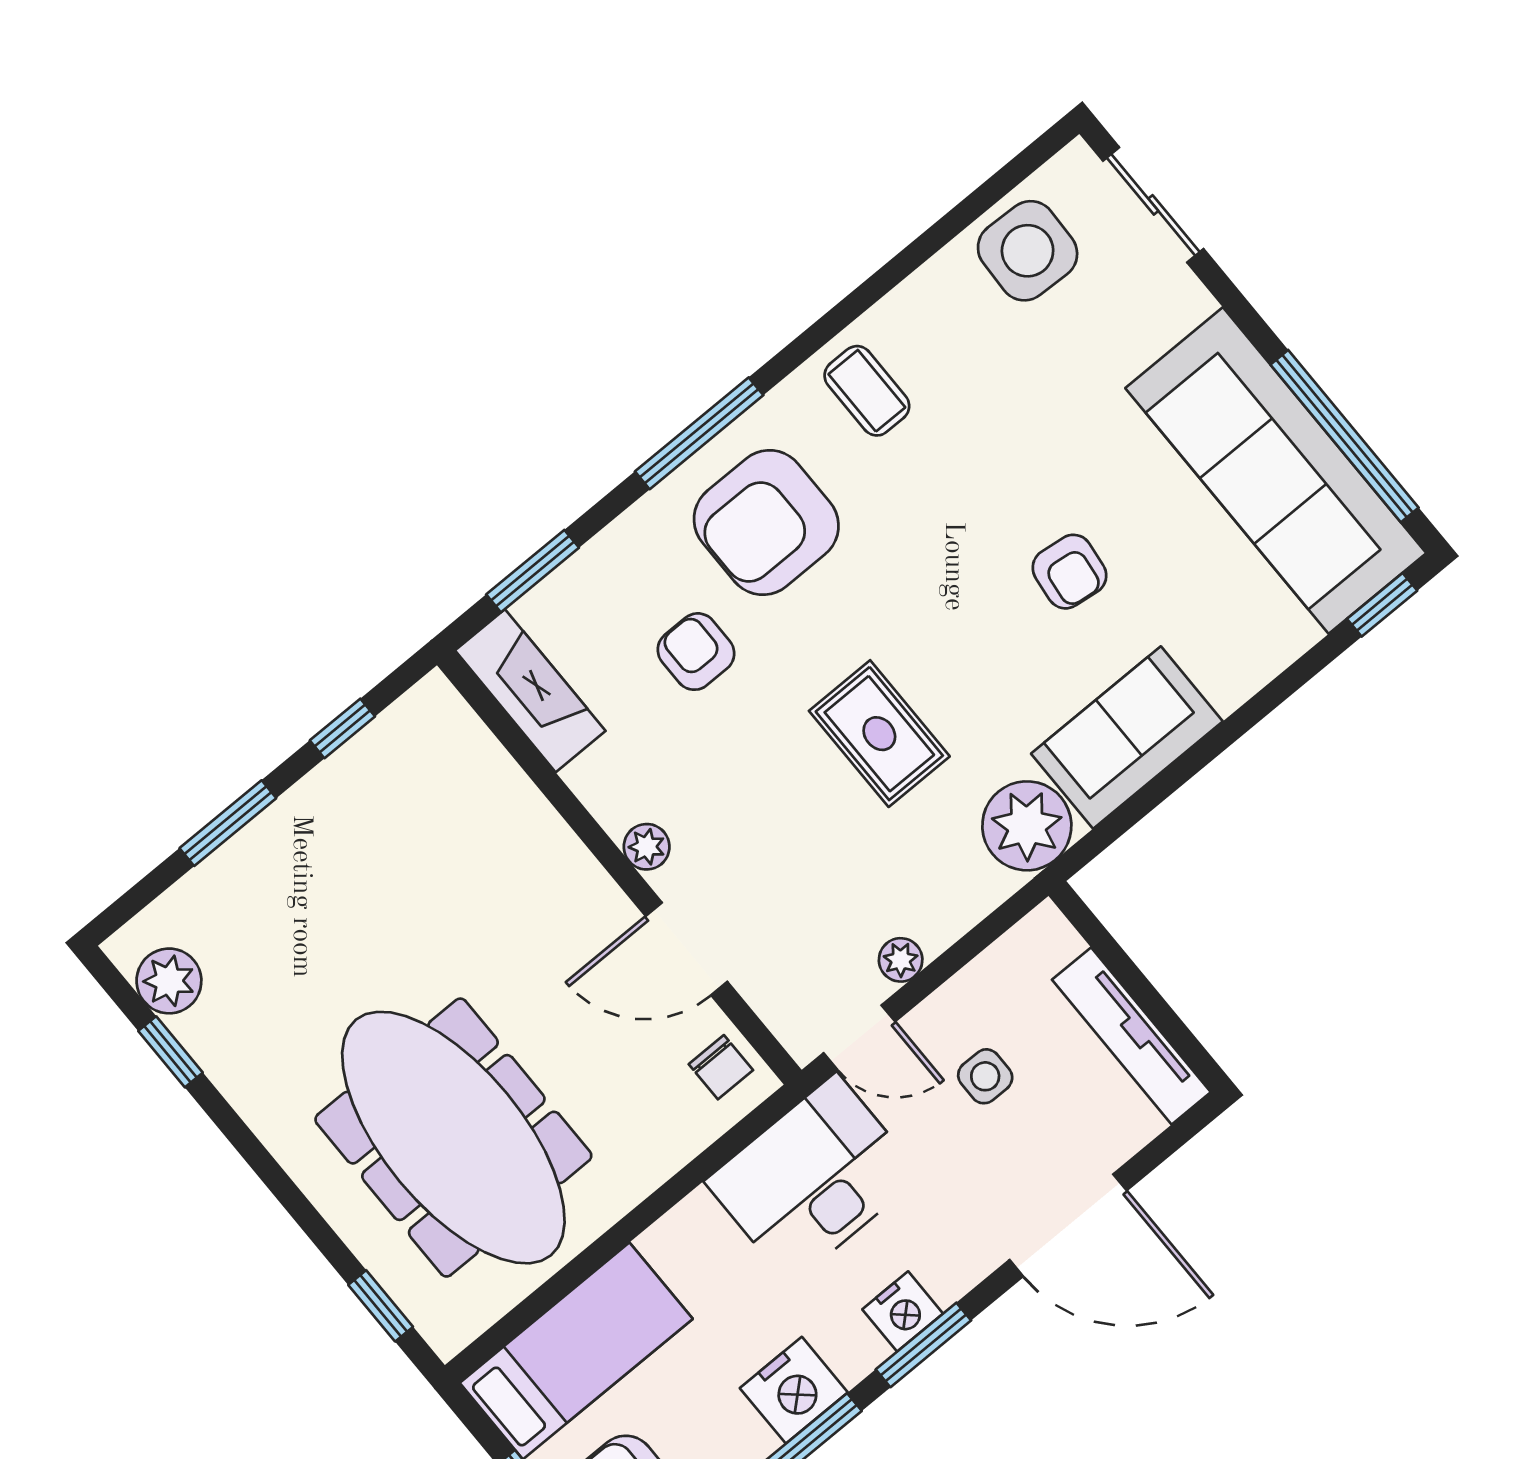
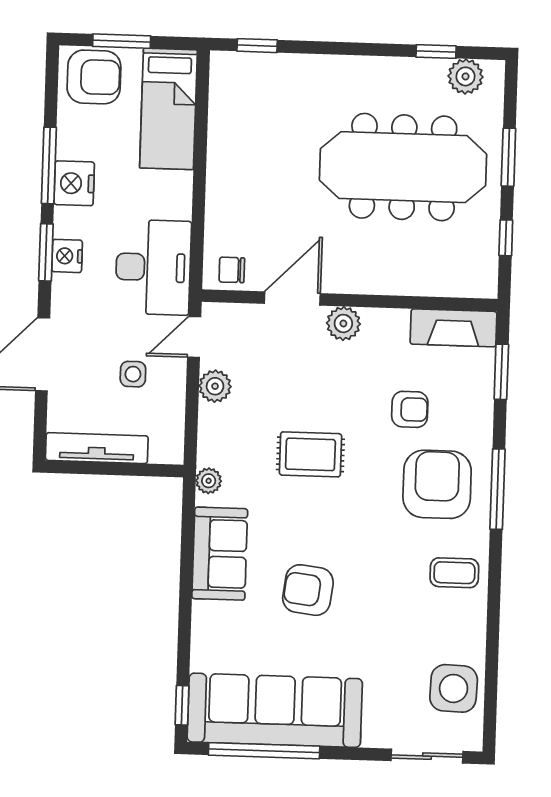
armchair: (1069, 572) -> (308, 590), width x1.38, depth x1.38
plant: (1027, 826) -> (209, 481), width x0.53, depth x0.53
plant: (647, 847) -> (343, 323), width x1.38, depth x1.38
plant: (901, 960) -> (215, 386), width x1.38, depth x1.38
meeting table: (453, 1138) -> (403, 167), moved

